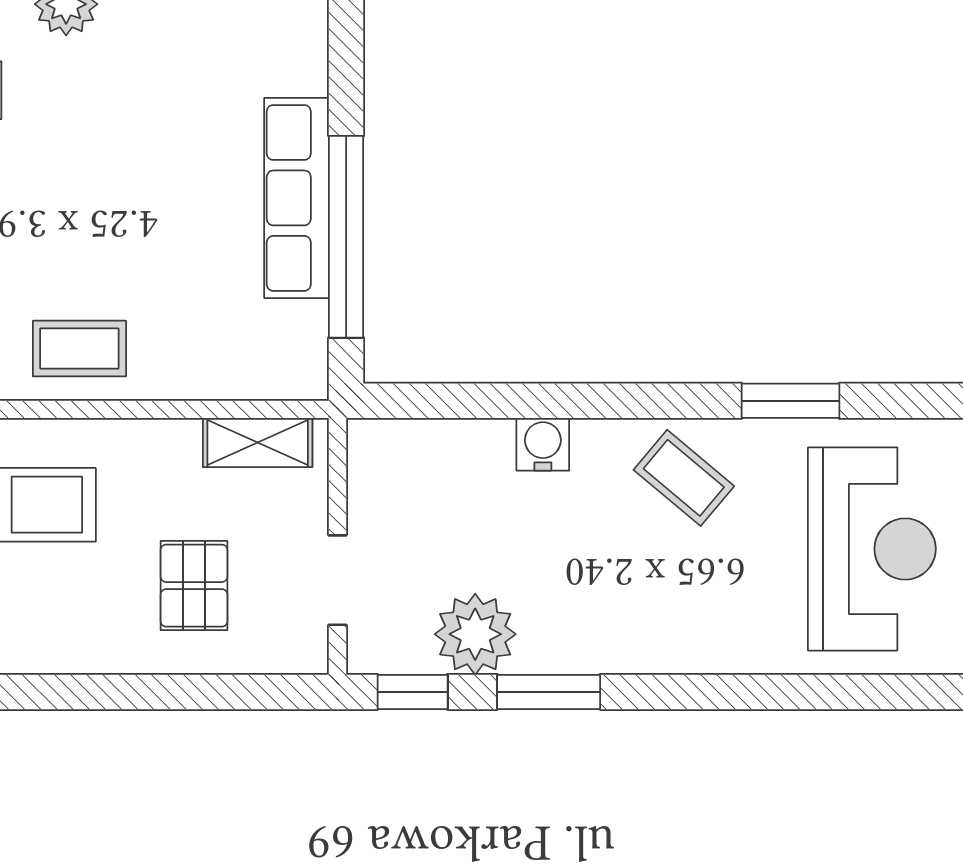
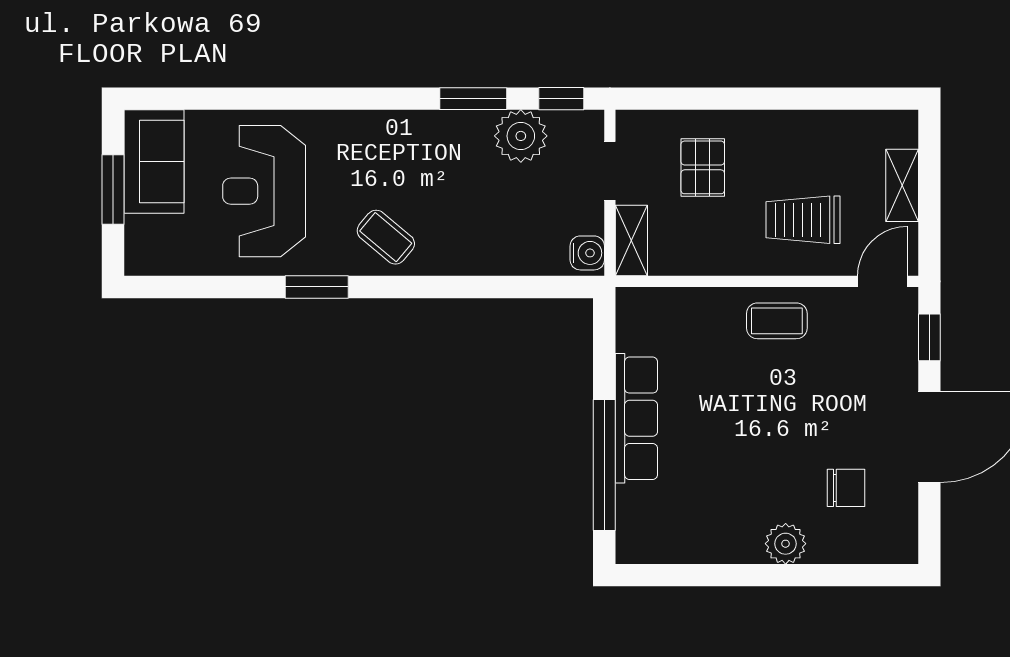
window: (346, 237) -> (604, 465), moved
shelving: (258, 443) -> (631, 241), moved, turned 90
water cooler: (543, 444) -> (587, 253), moved, turned -90

